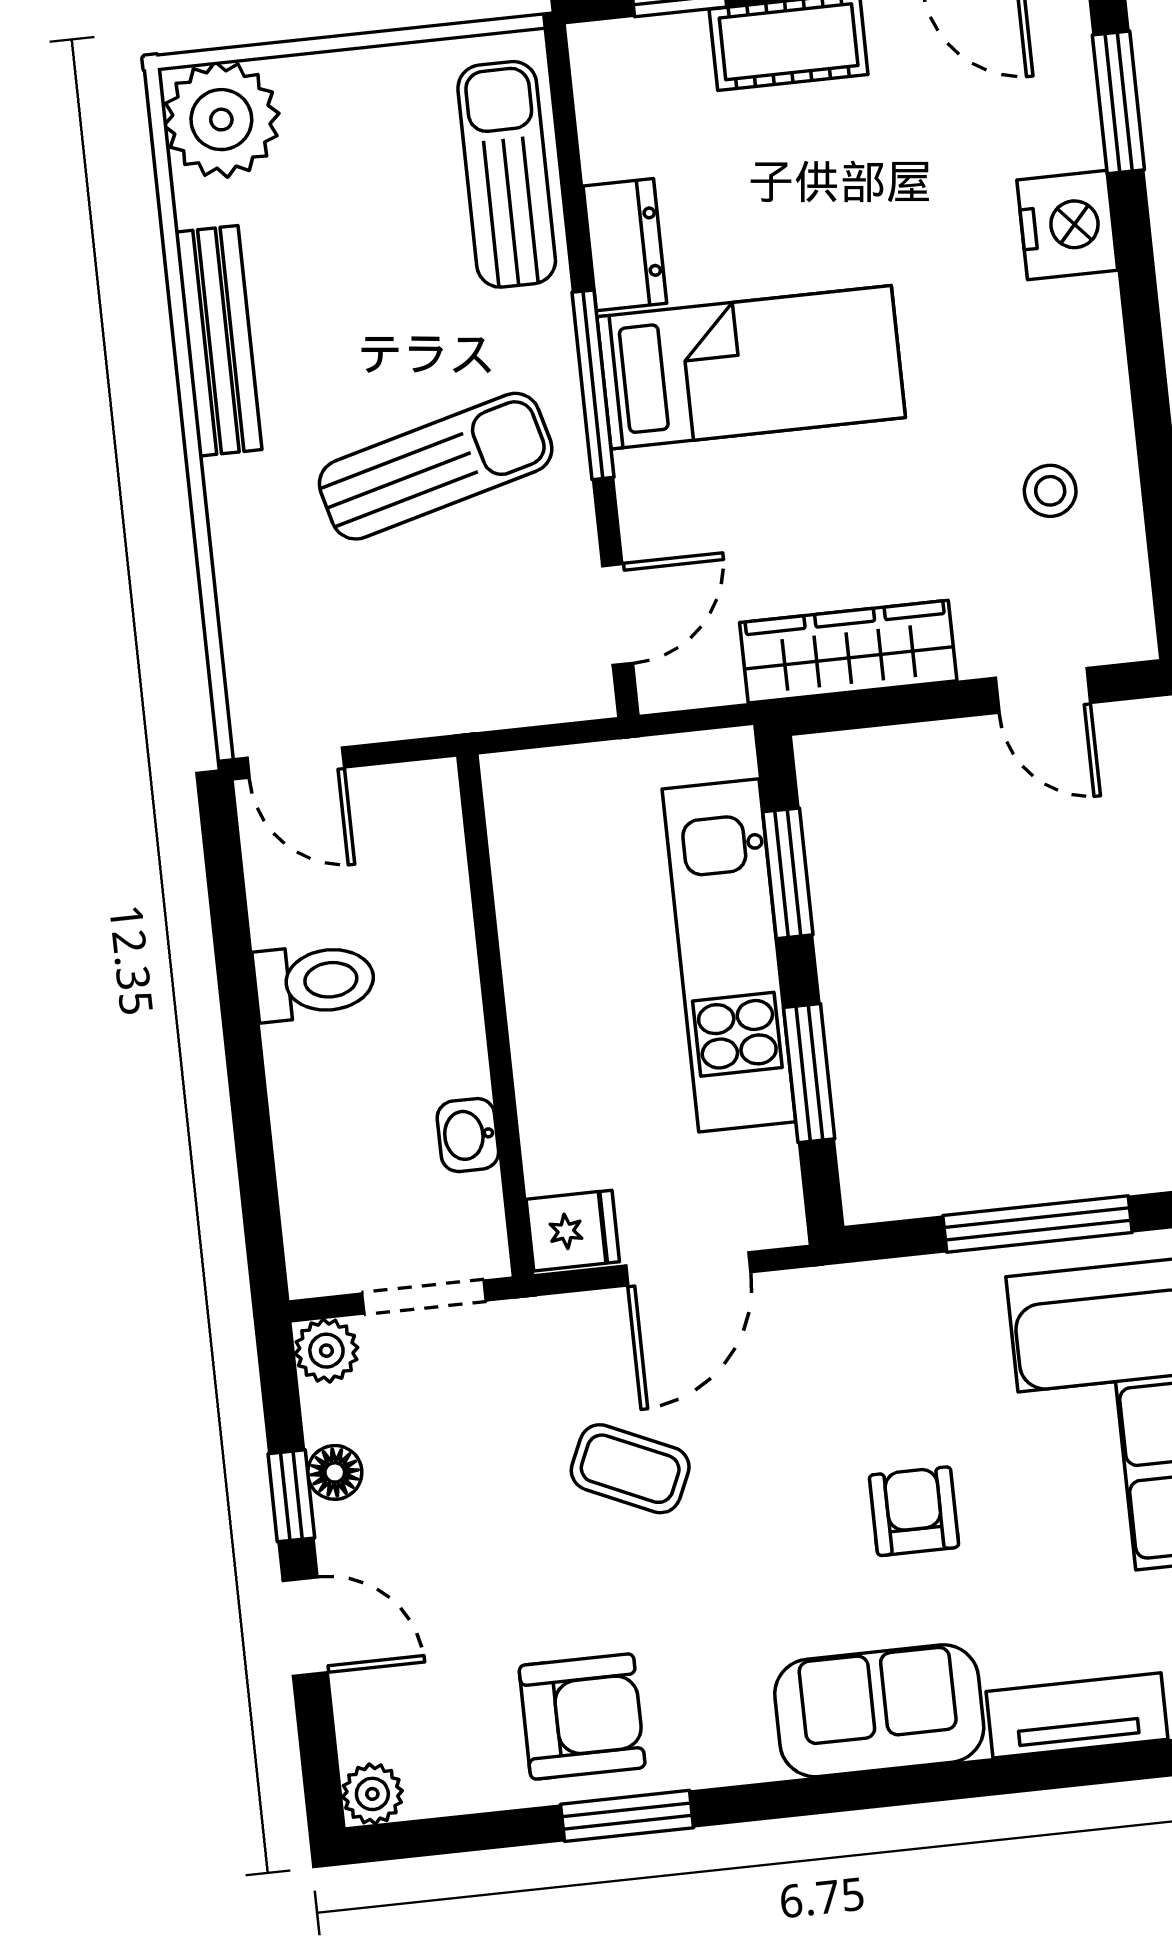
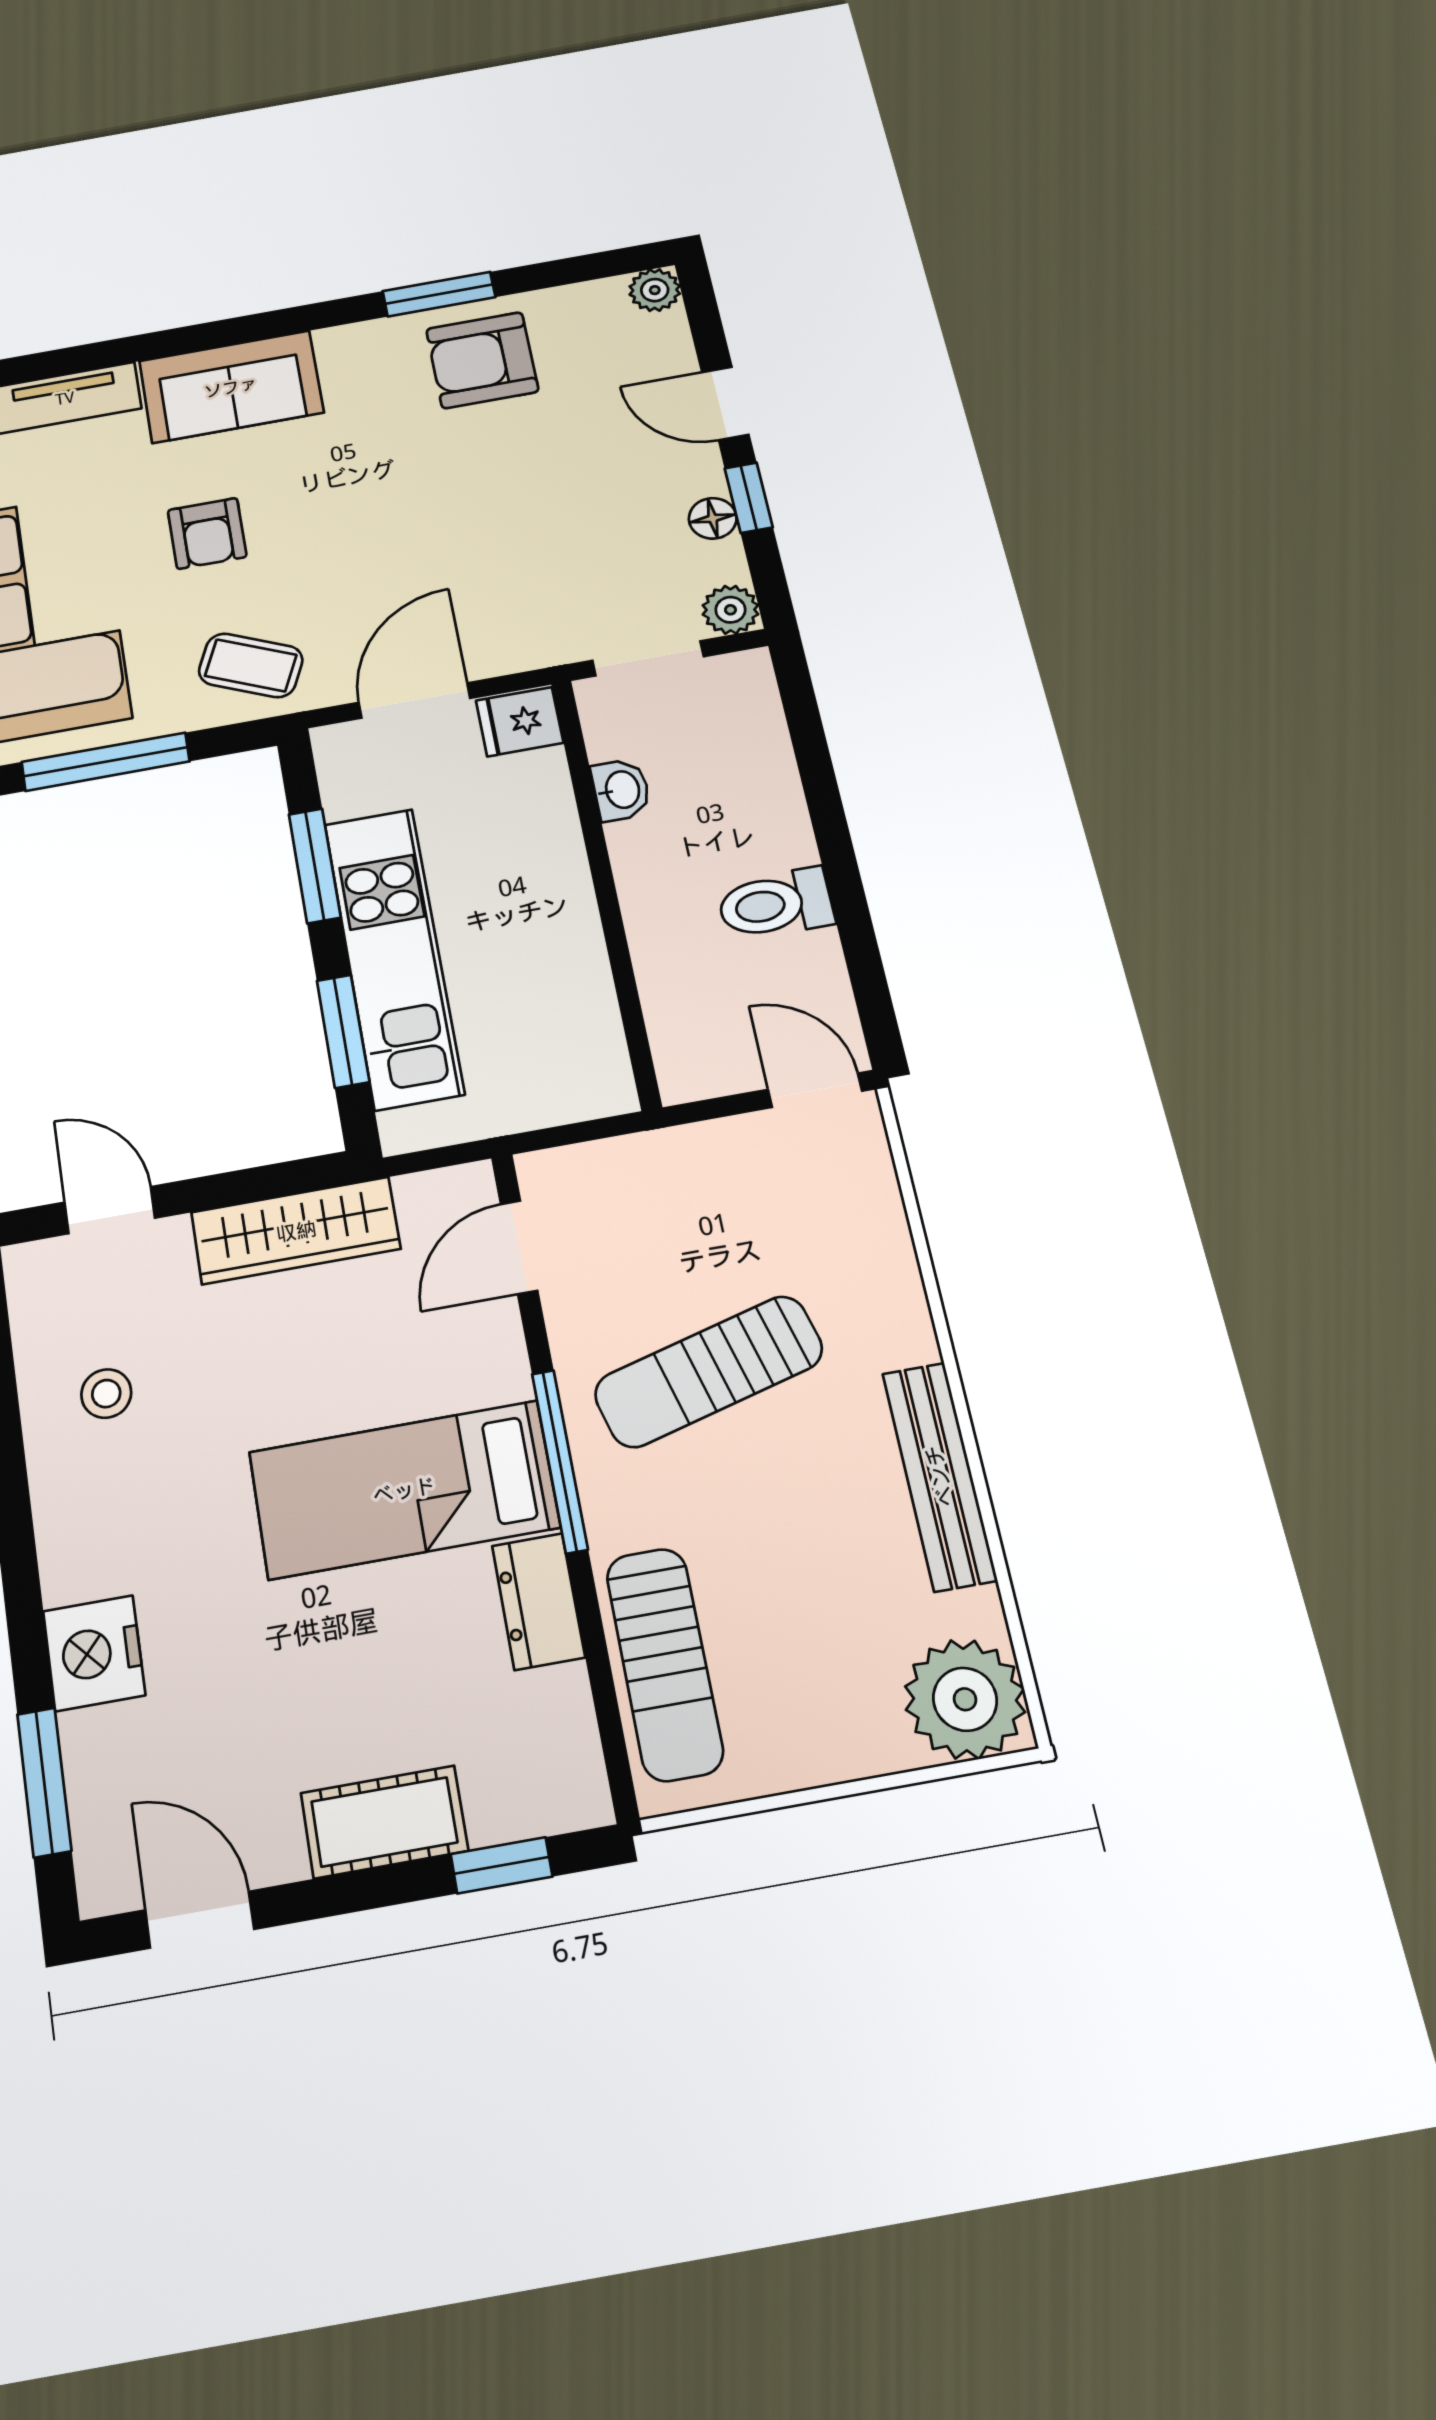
coffee table: (630, 1469) -> (251, 665), moved

